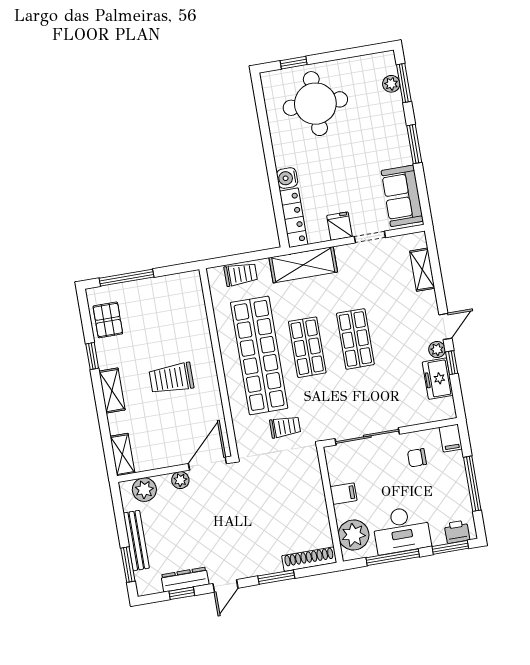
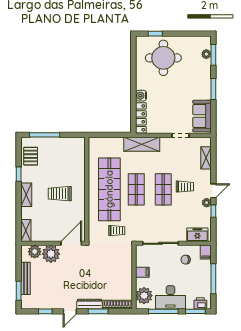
fridge: (339, 226) -> (165, 127), removed
trolley: (241, 274) -> (185, 187), moved
freezer: (438, 379) -> (197, 235), moved, turned 90
plant: (180, 480) -> (51, 254), width x1.88, depth x1.88
dresser: (185, 580) -> (90, 304), moved

